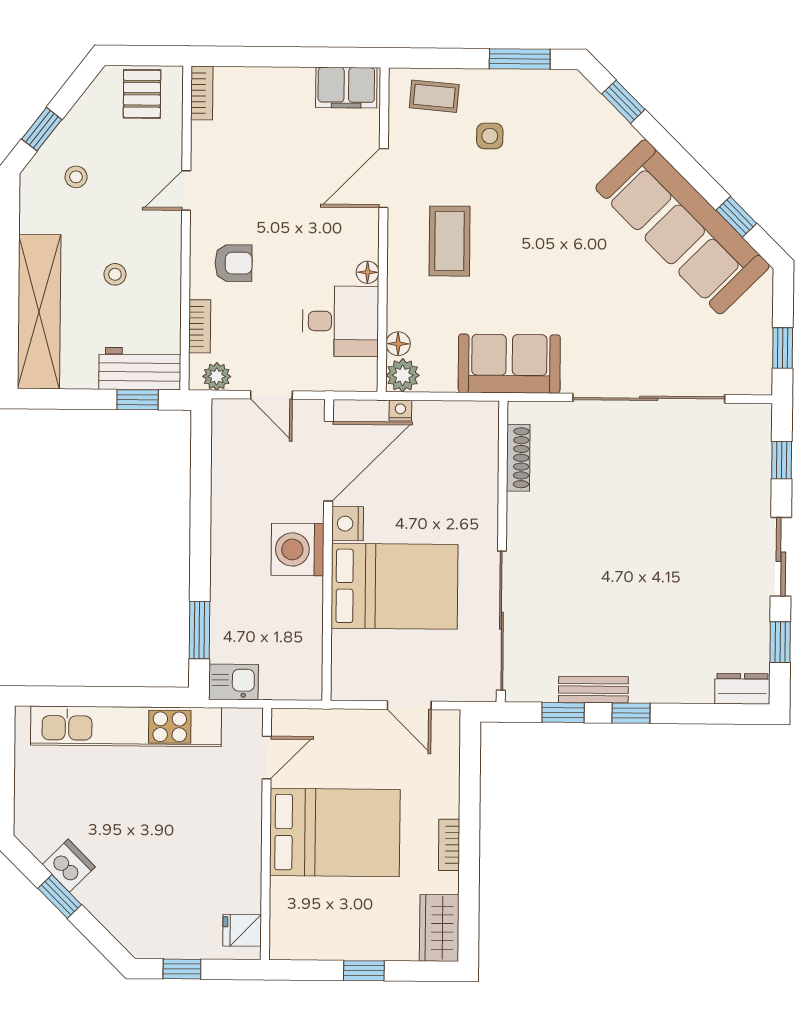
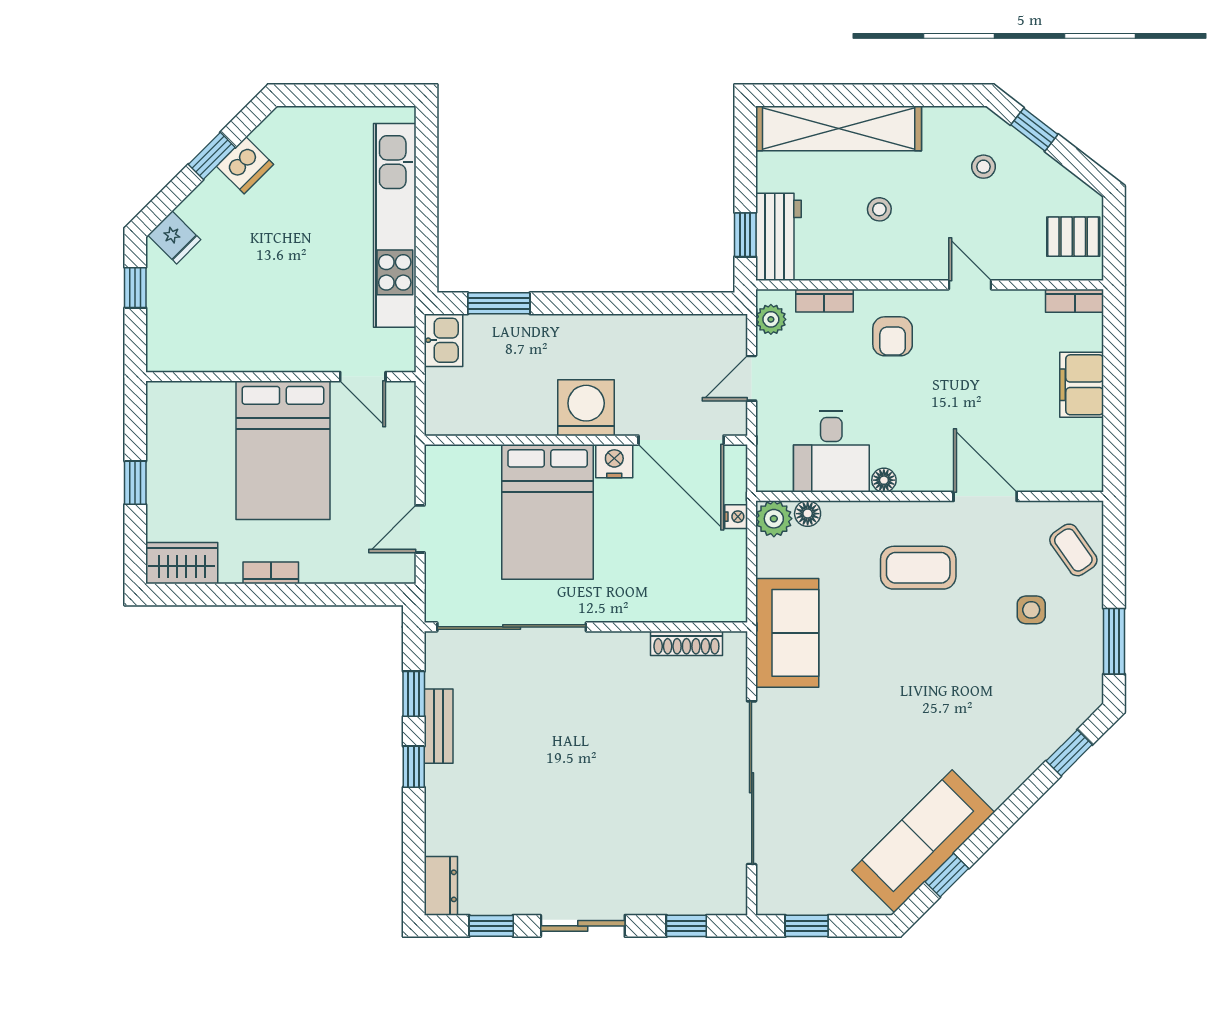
filing cabinet: (346, 88) -> (1082, 385), moved
coffee table: (434, 96) -> (1073, 550), turned -40
sofa: (682, 227) -> (923, 841), width x0.74, depth x0.79
fridge: (242, 930) -> (174, 237), moved, turned 135

